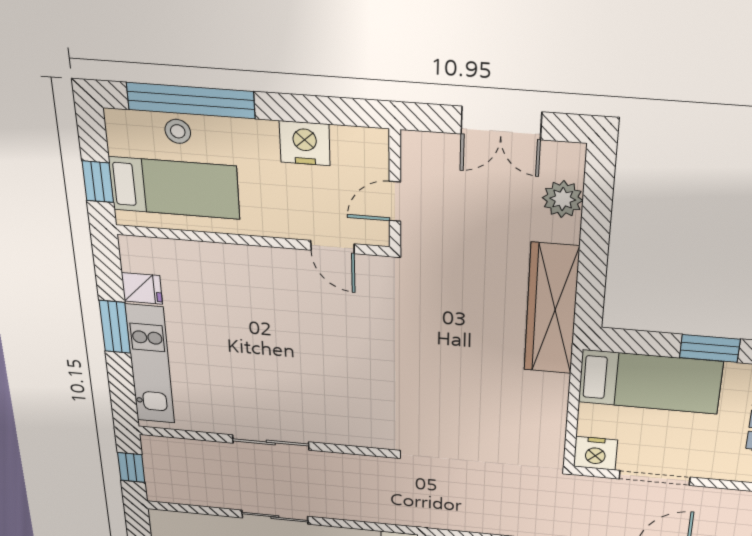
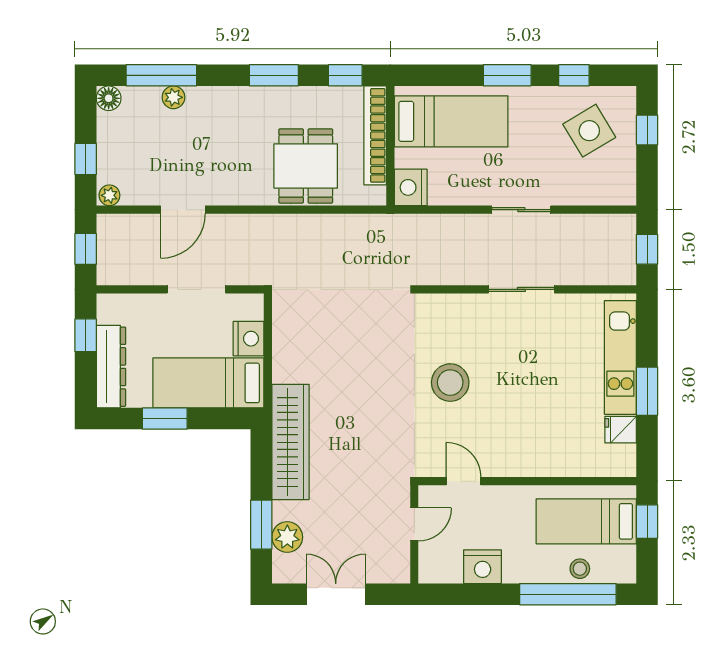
window: (596, 217) -> (261, 525), added
stool: (351, 356) -> (450, 383), added
nightstand: (595, 453) -> (249, 339), moved, turned 90

